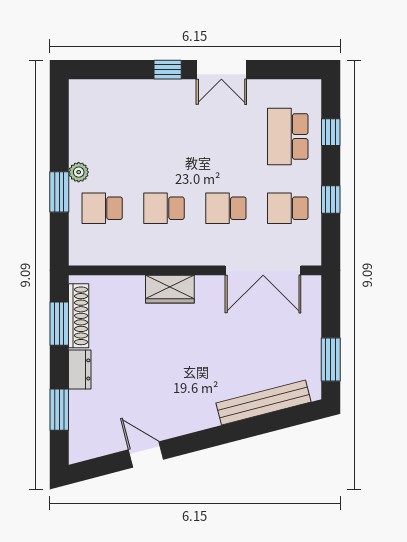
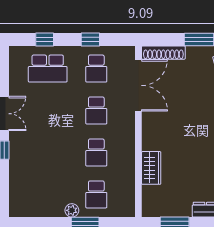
wardrobe: (170, 289) -> (151, 168), moved
shoe rack: (79, 316) -> (163, 53), moved, turned 180

